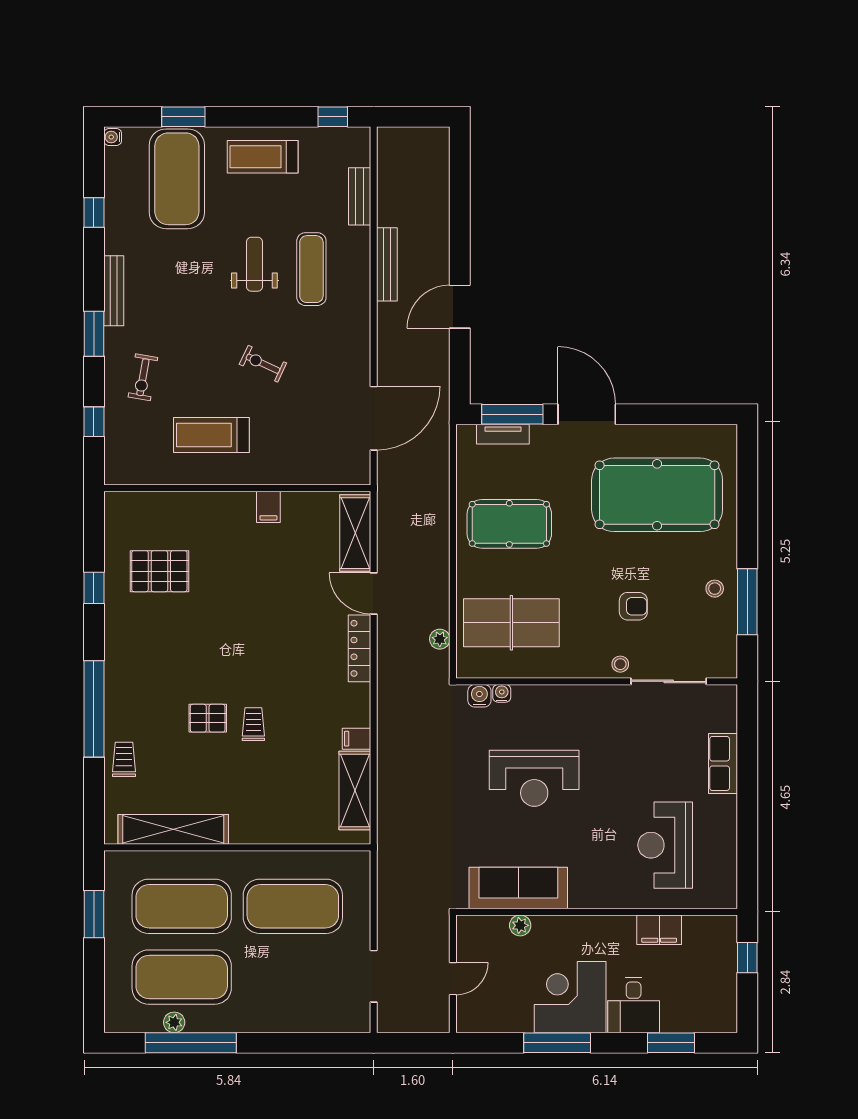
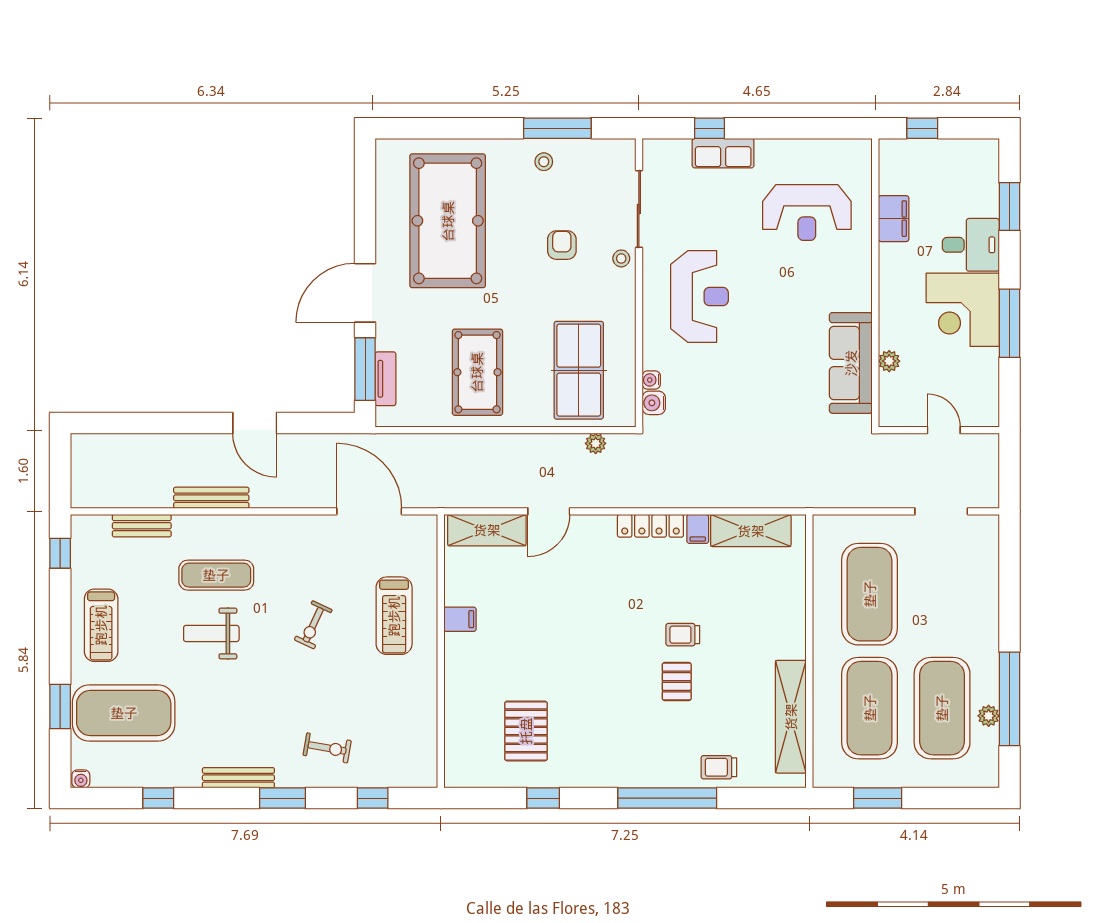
treadmill: (211, 435) -> (394, 616), moved
locker: (360, 648) -> (650, 526), moved
window: (747, 750) -> (709, 128), added
reception desk: (534, 778) -> (699, 296), moved

